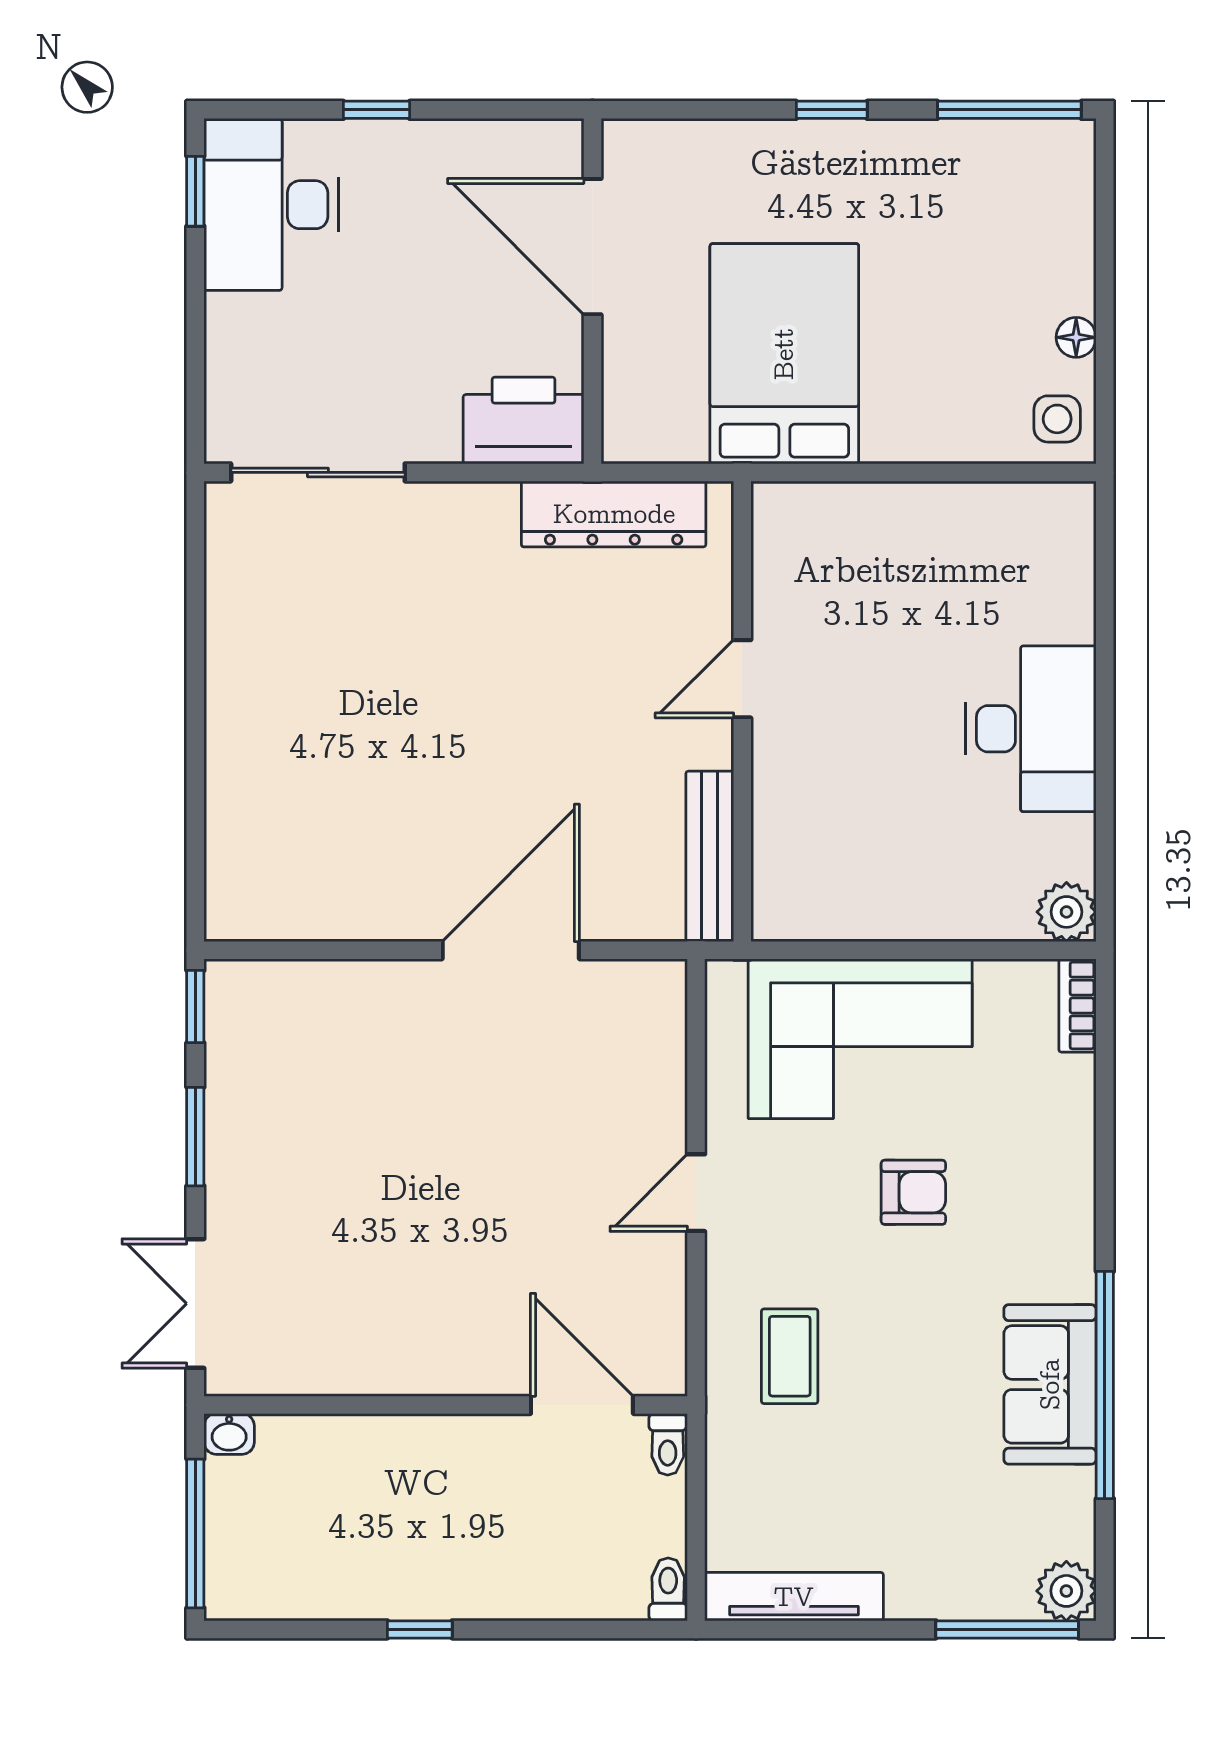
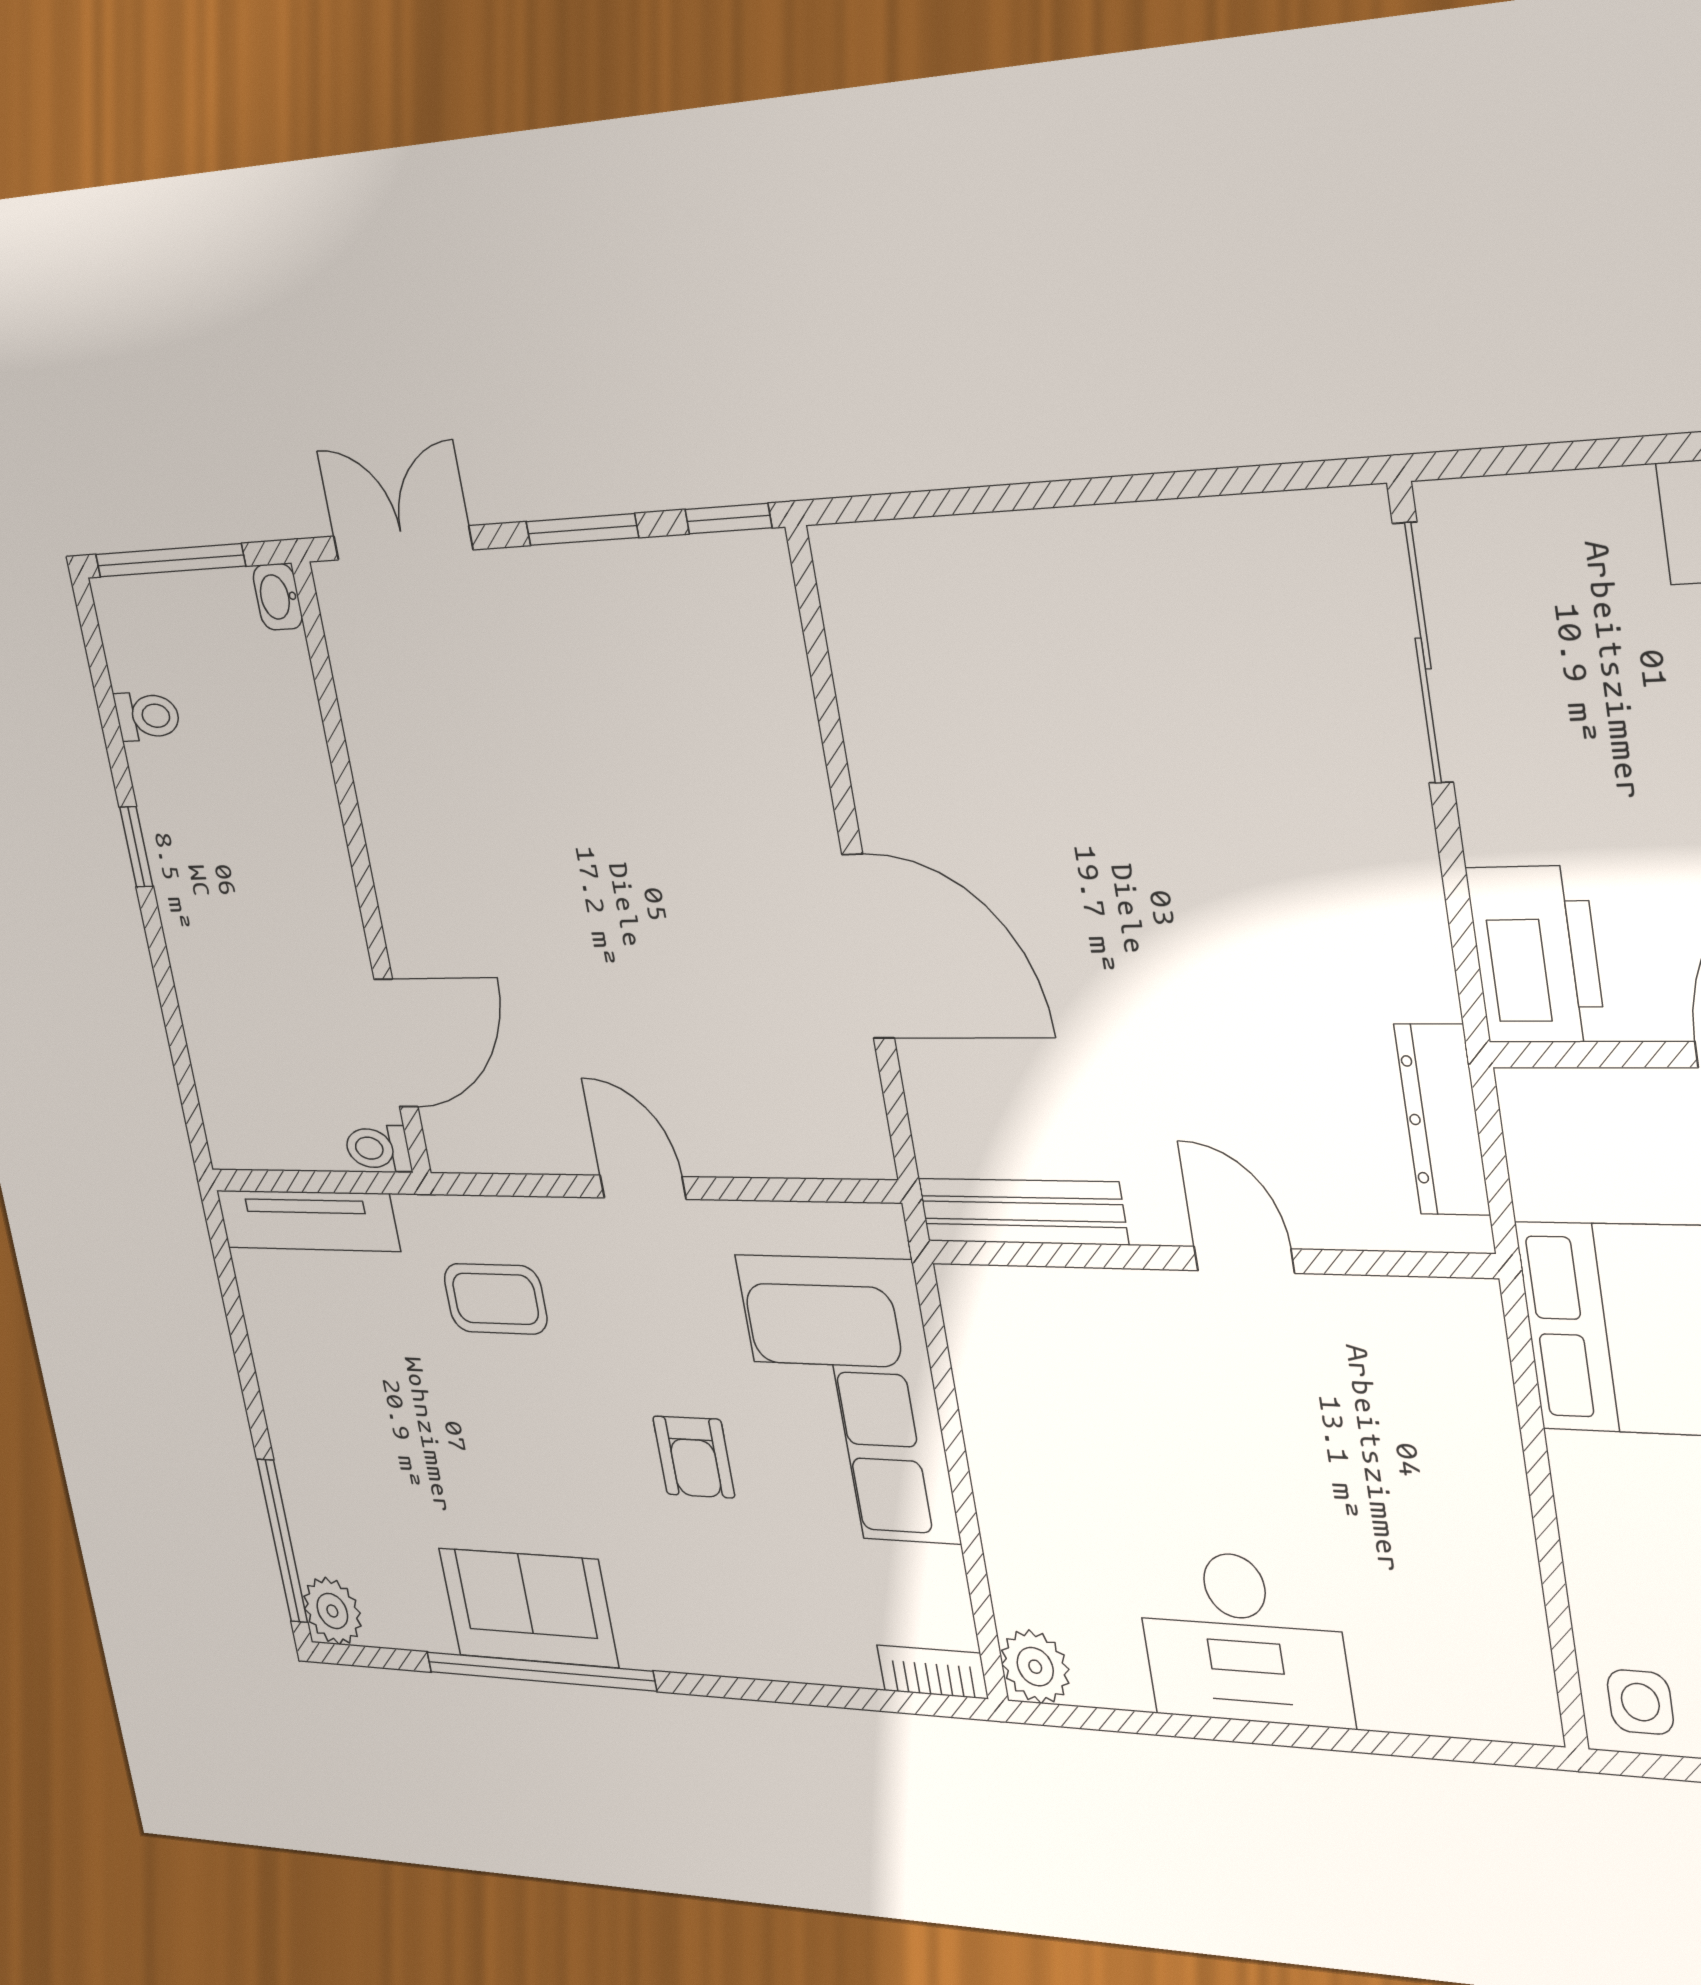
dresser: (614, 514) -> (1442, 1120), width x0.73, depth x0.80
toilet: (668, 1589) -> (147, 716), moved
tv unit: (794, 1597) -> (308, 1221), moved, turned 90

